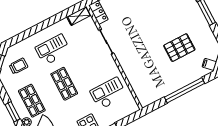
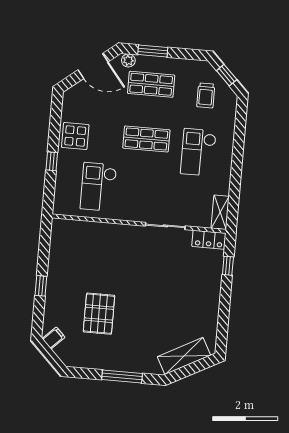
checkout: (53, 50) -> (198, 152), turned 180
window: (185, 90) -> (41, 286), width x0.32
checkout: (108, 93) -> (98, 187), turned 180

